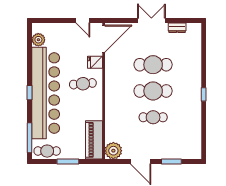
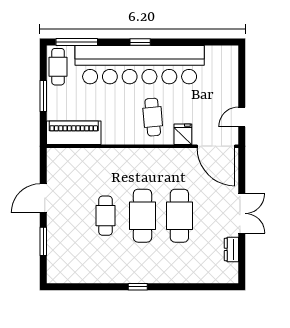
plant: (38, 40) -> (215, 54), removed
plant: (113, 151) -> (59, 160), removed

